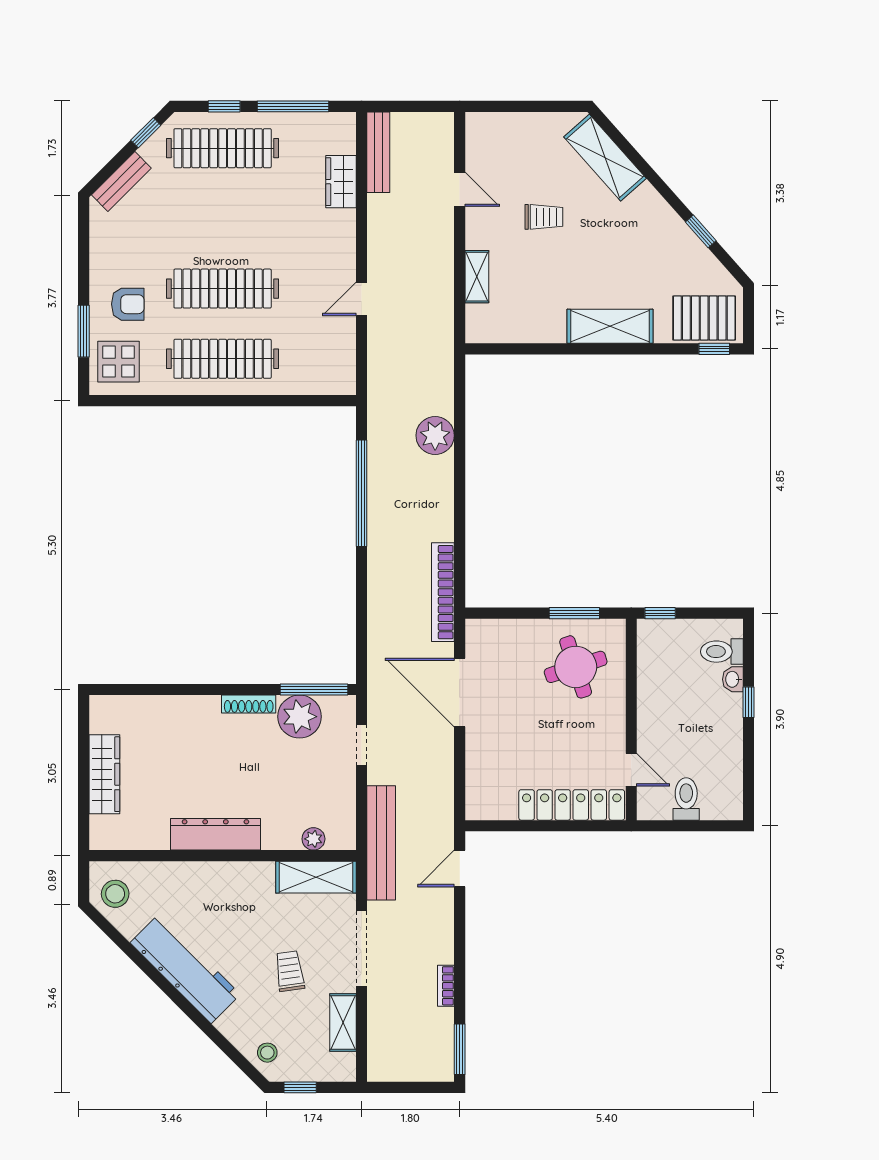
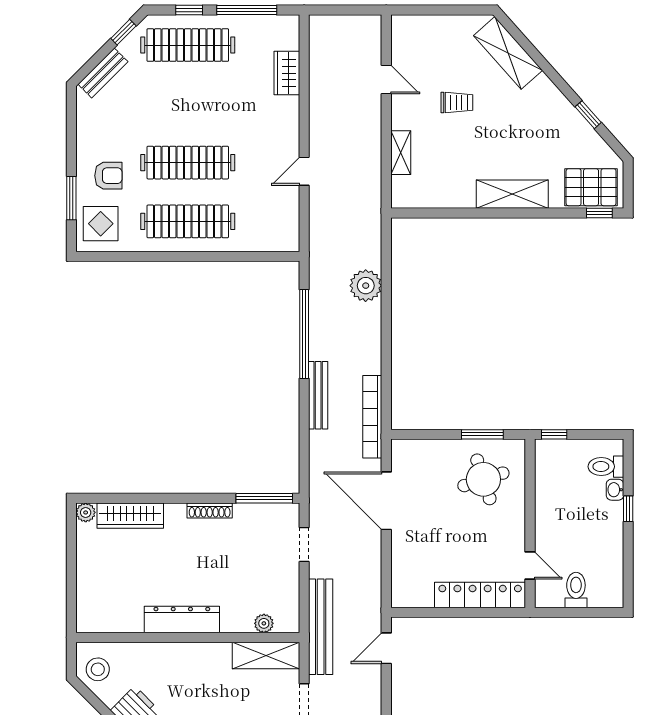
bench: (378, 152) -> (318, 395), moved
plant: (299, 717) -> (86, 512), moved, width x0.53, depth x0.53
wardrobe: (104, 774) -> (130, 516), moved, turned 90

